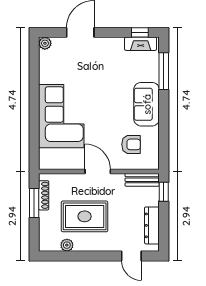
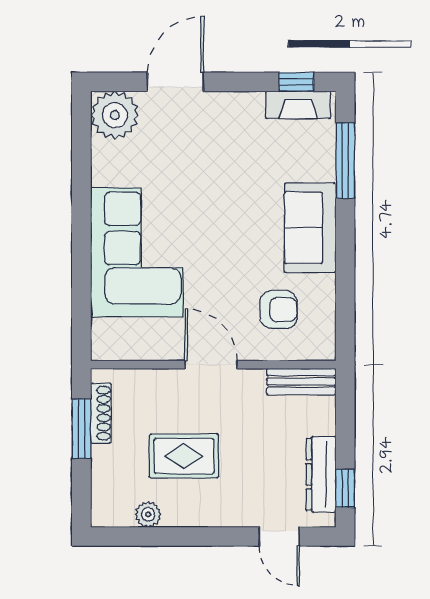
plant: (45, 43) -> (115, 115), width x1.88, depth x1.88
window: (164, 192) -> (345, 488), moved
rug: (85, 216) -> (184, 456), width x0.73, depth x0.70

